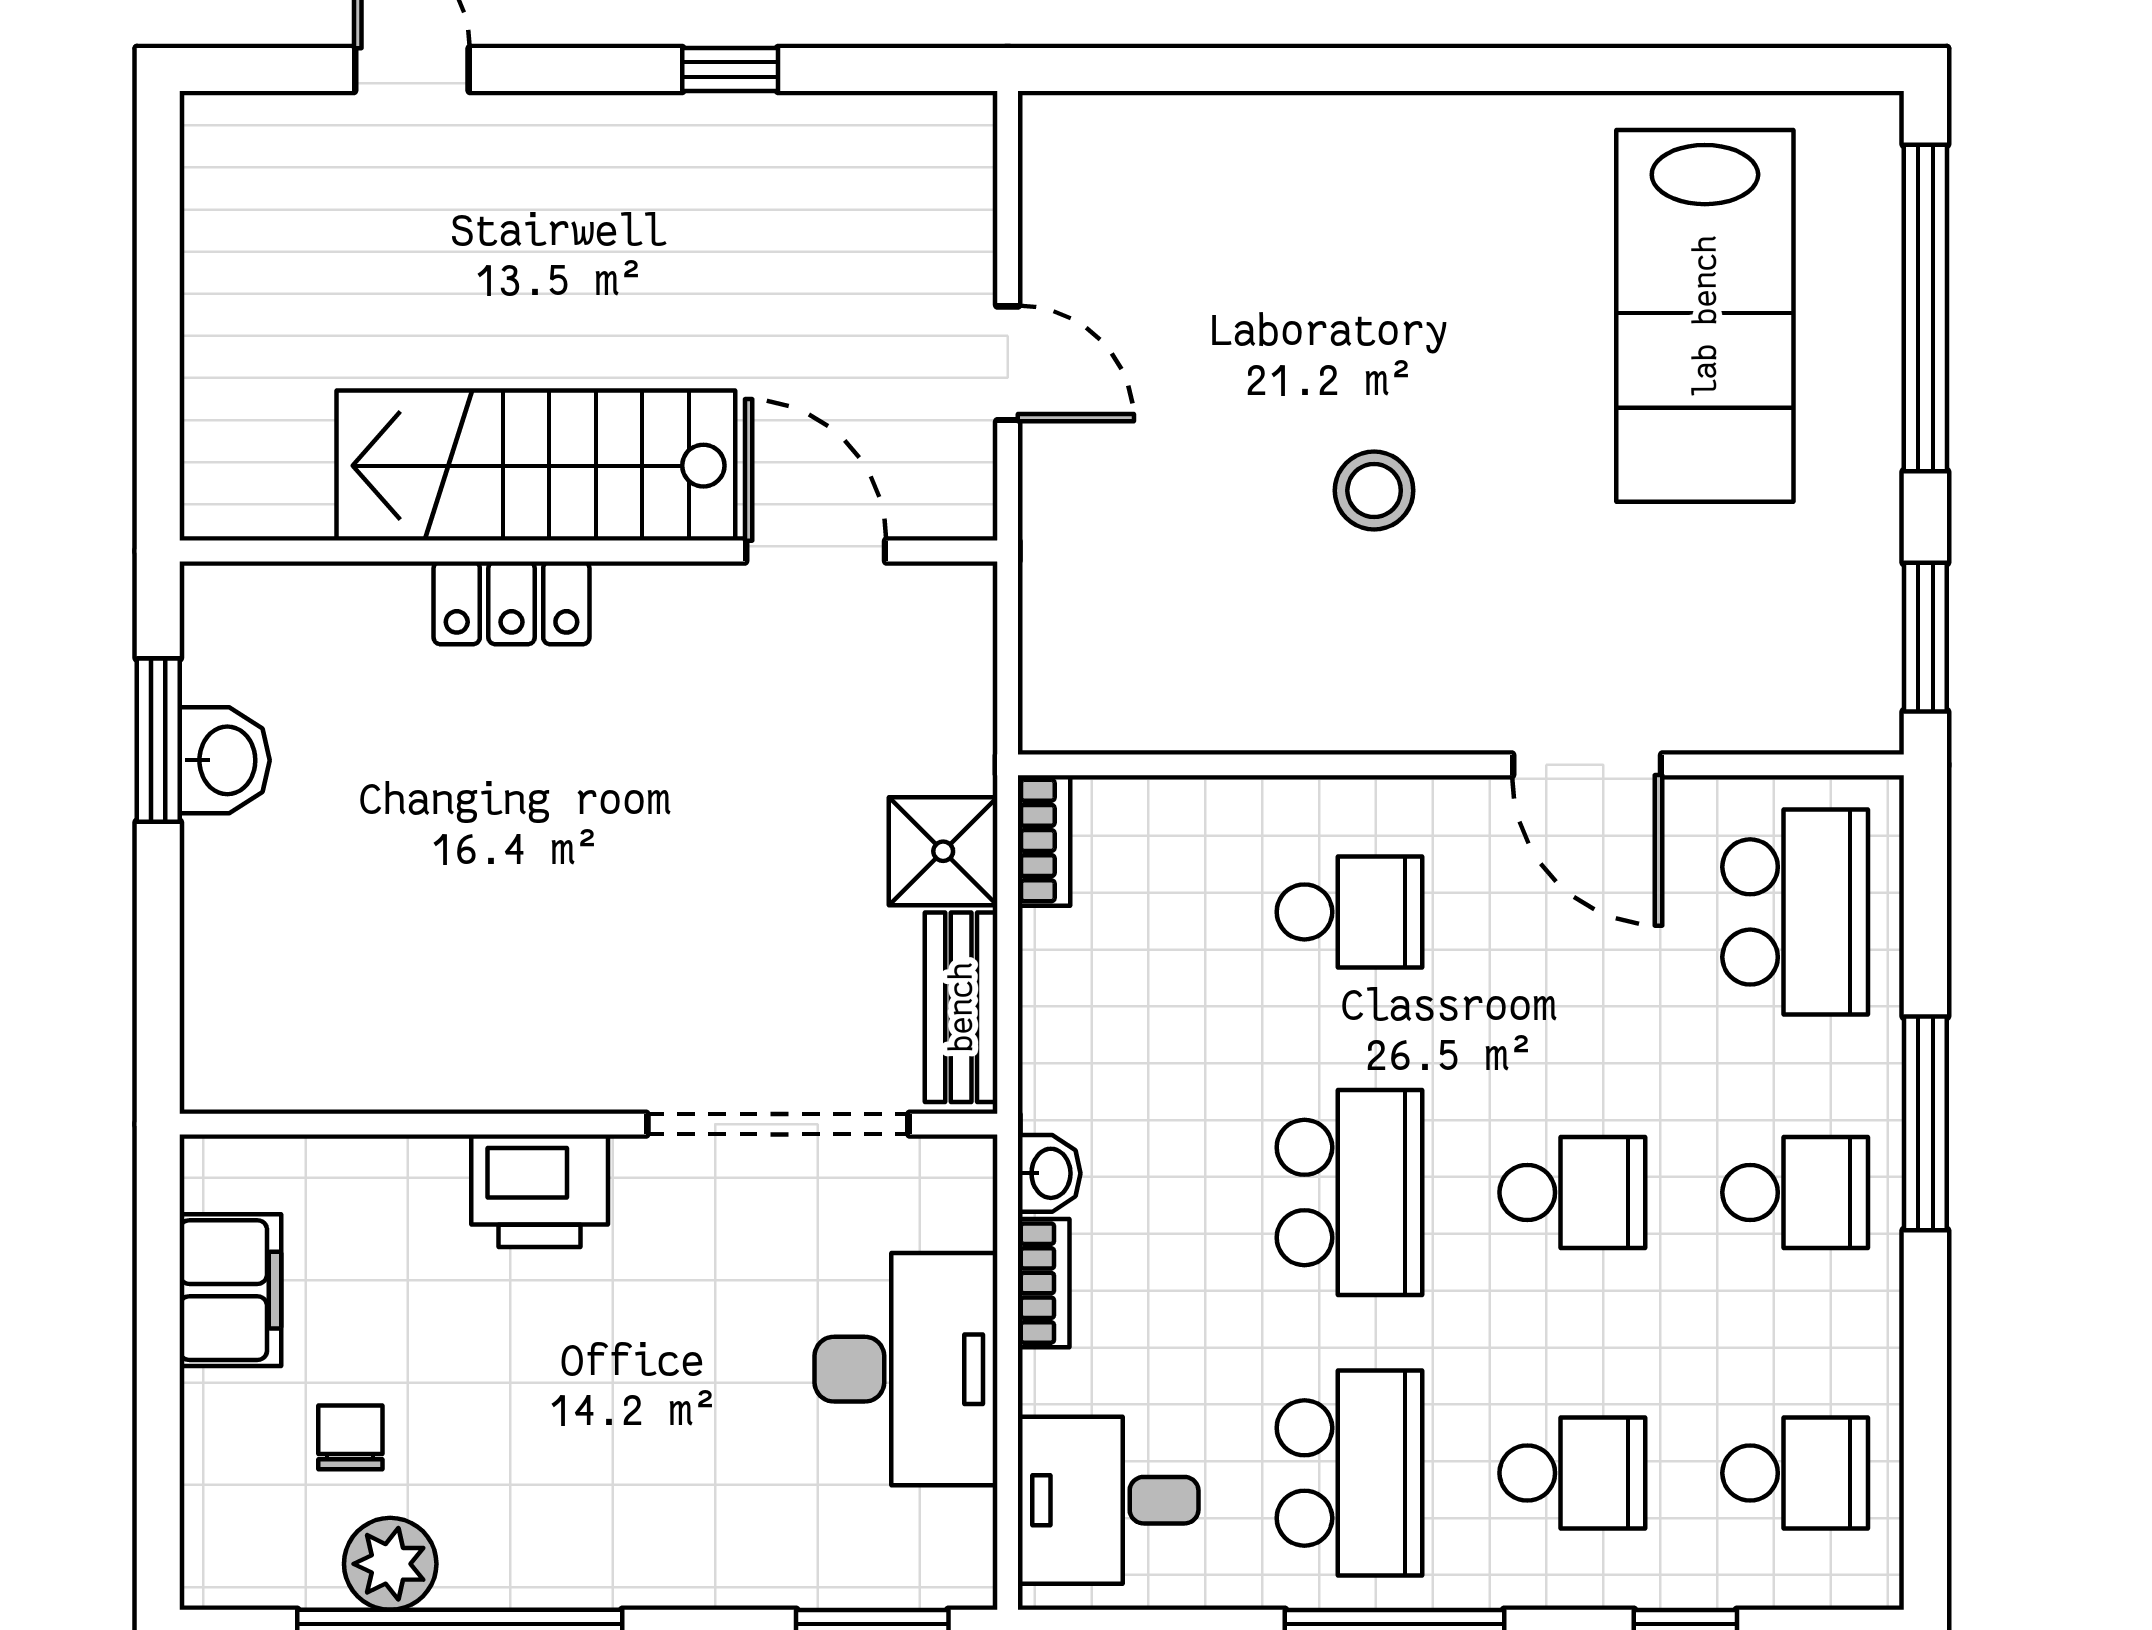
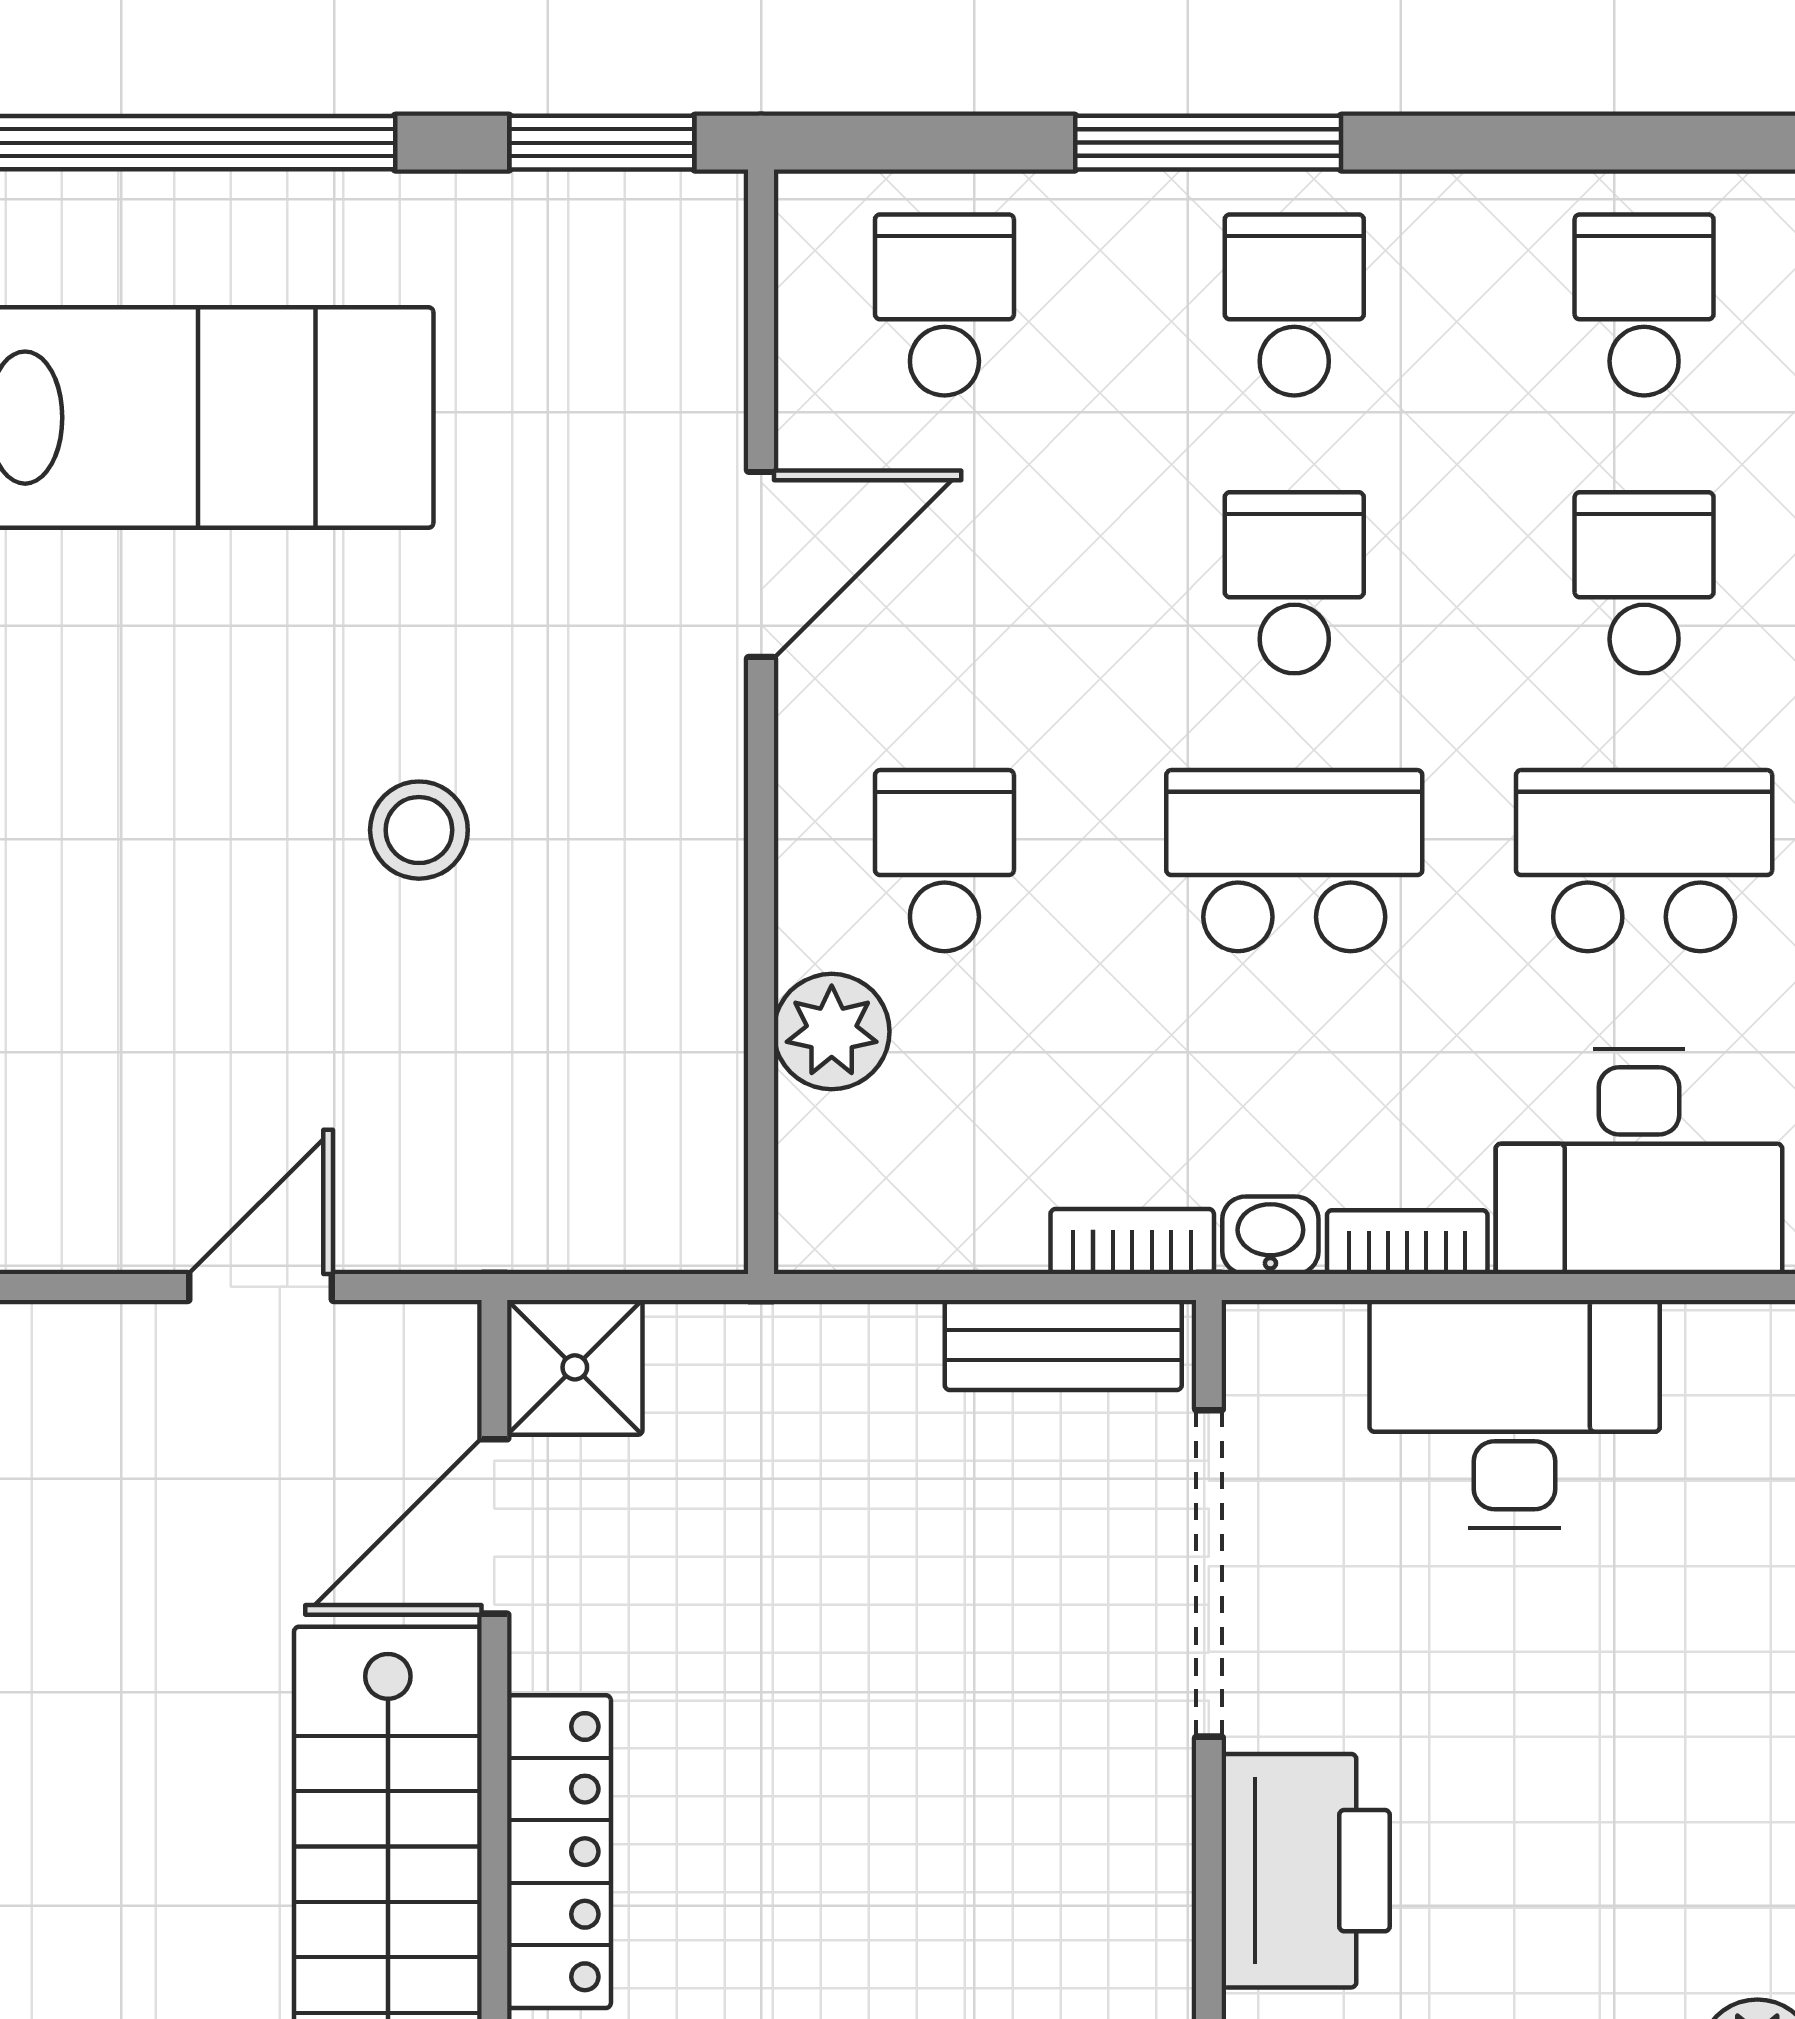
locker: (512, 603) -> (559, 1852), width x1.53
plant: (1212, 821) -> (832, 1032), added
bookcase: (1044, 841) -> (1132, 1242), moved
shower: (943, 851) -> (575, 1367), moved
school desk: (1795, 912) -> (944, 305), width x0.54
printer: (540, 1191) -> (1306, 1871), width x1.37, depth x1.19
desk: (1108, 1500) -> (1639, 1162), width x1.37

